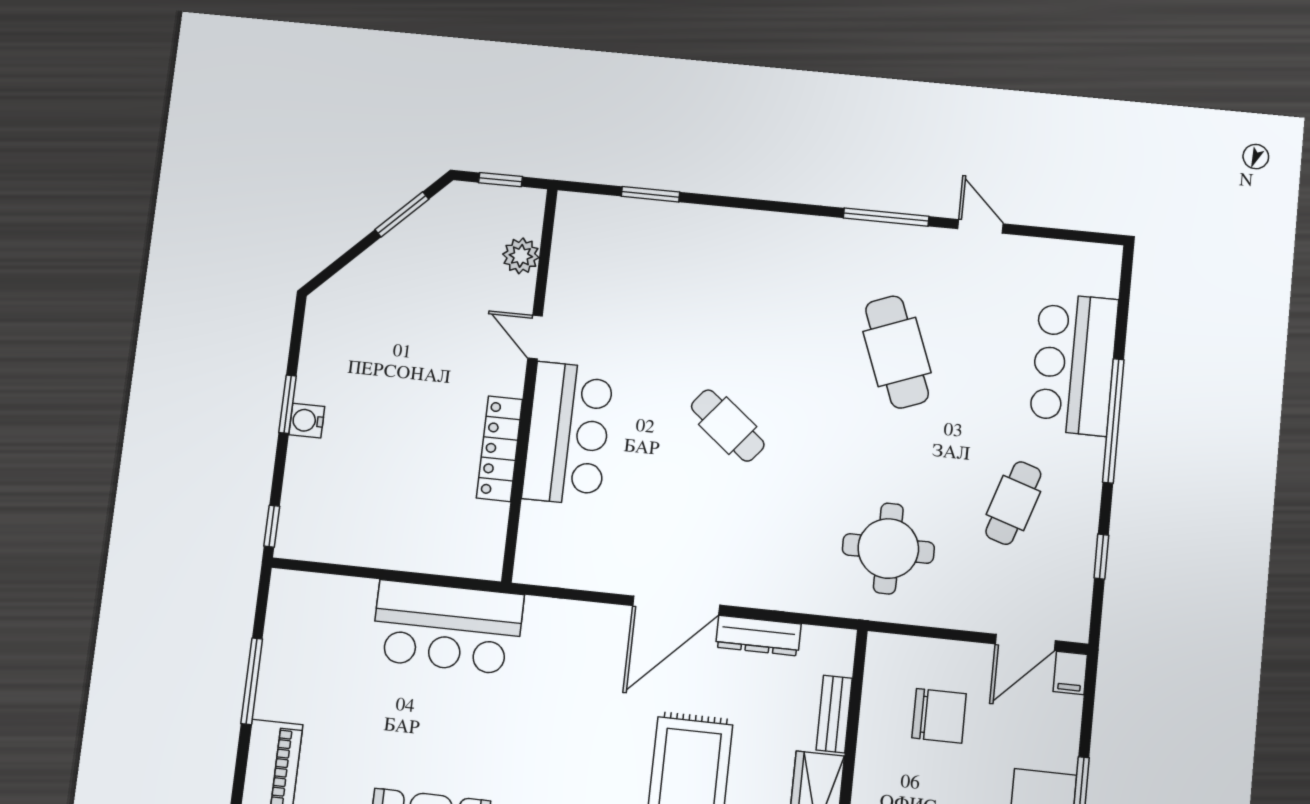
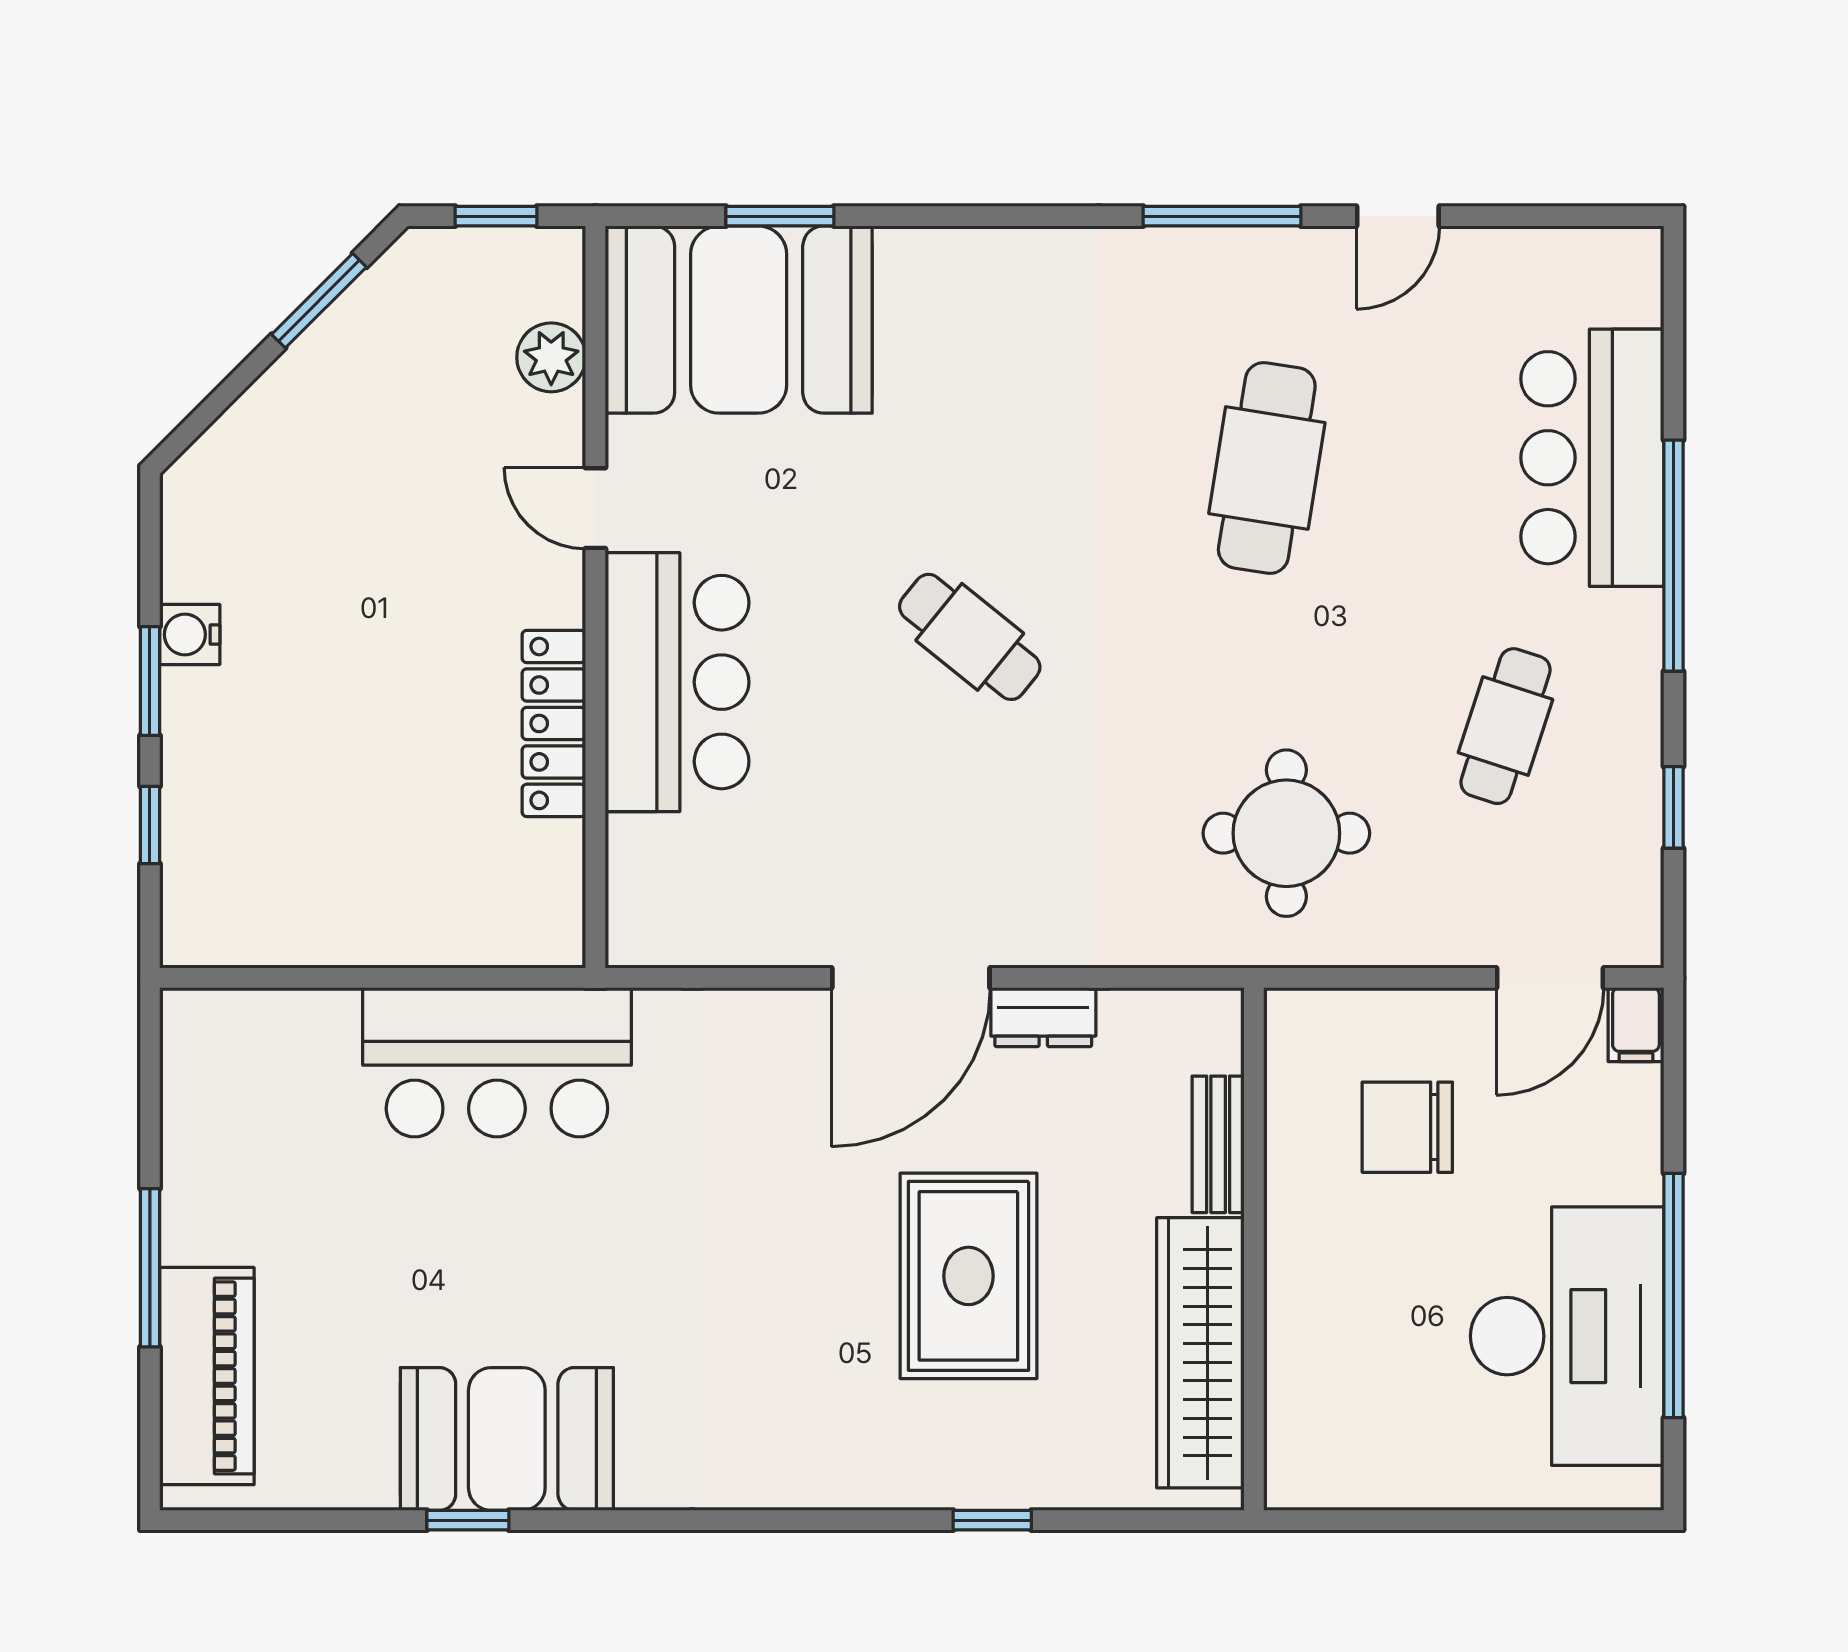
door: (980, 226) -> (1398, 216), swing flipped
booth: (623, 246) -> (739, 320), added
cafe table: (897, 352) -> (1267, 468), turned 30
water cooler: (307, 421) -> (190, 635), moved
window: (272, 526) -> (150, 825), moved
dresser: (758, 636) -> (1043, 1017), width x0.70
window: (252, 681) -> (150, 1268), moved
chair: (939, 716) -> (1407, 1127), turned 180

